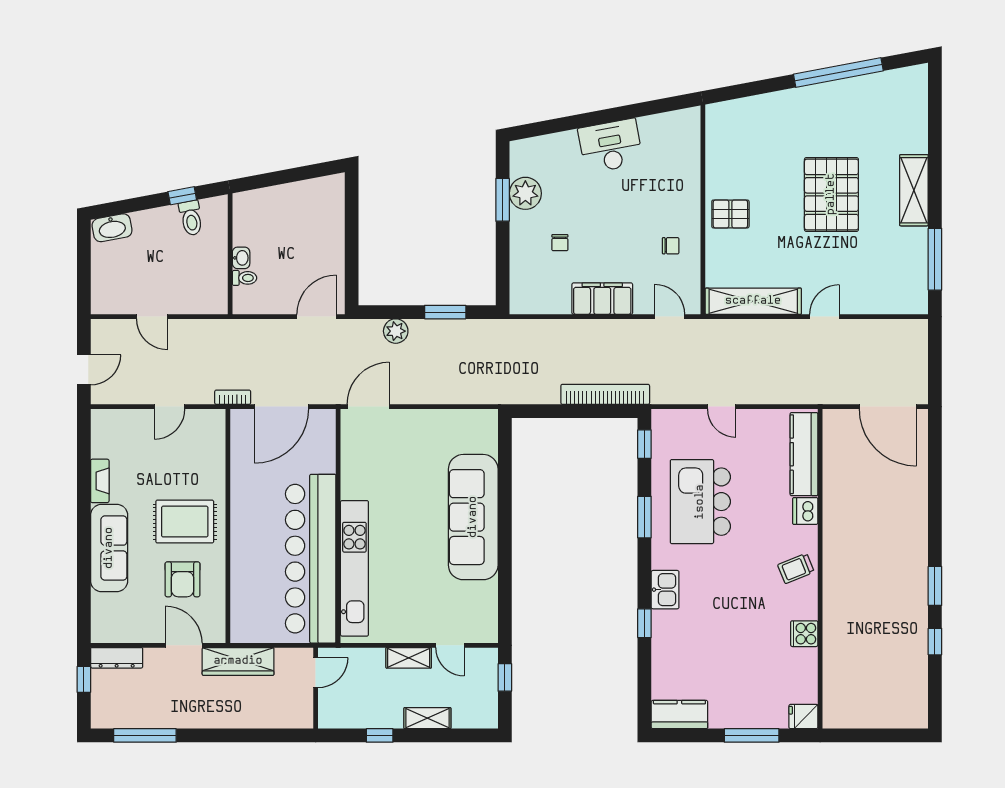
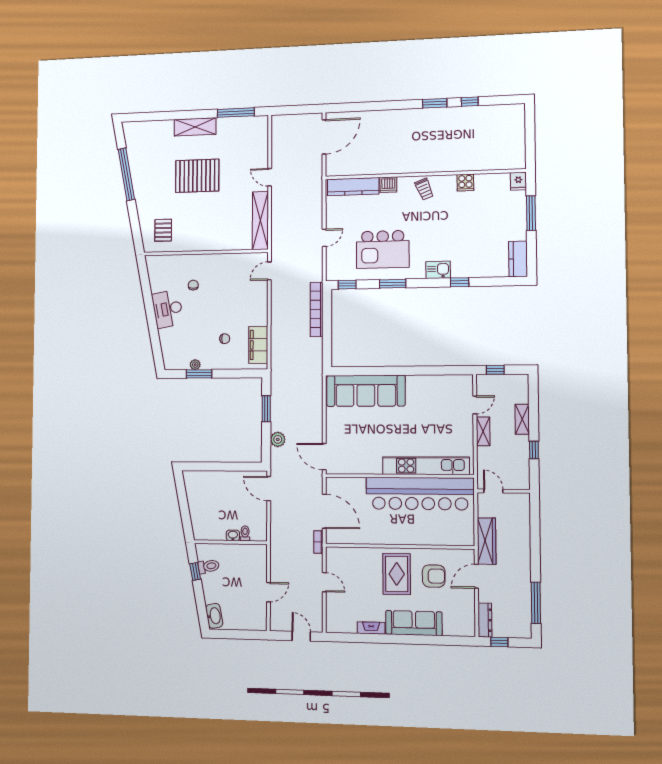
plant: (525, 193) -> (195, 365), width x0.53, depth x0.53
pallet: (730, 214) -> (163, 230), moved
chair: (671, 246) -> (193, 285), moved
filing cabinet: (602, 299) -> (258, 345), moved
sofa: (473, 517) -> (366, 391), moved

